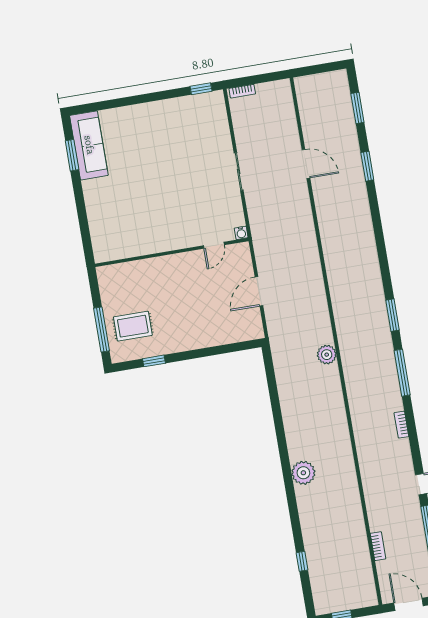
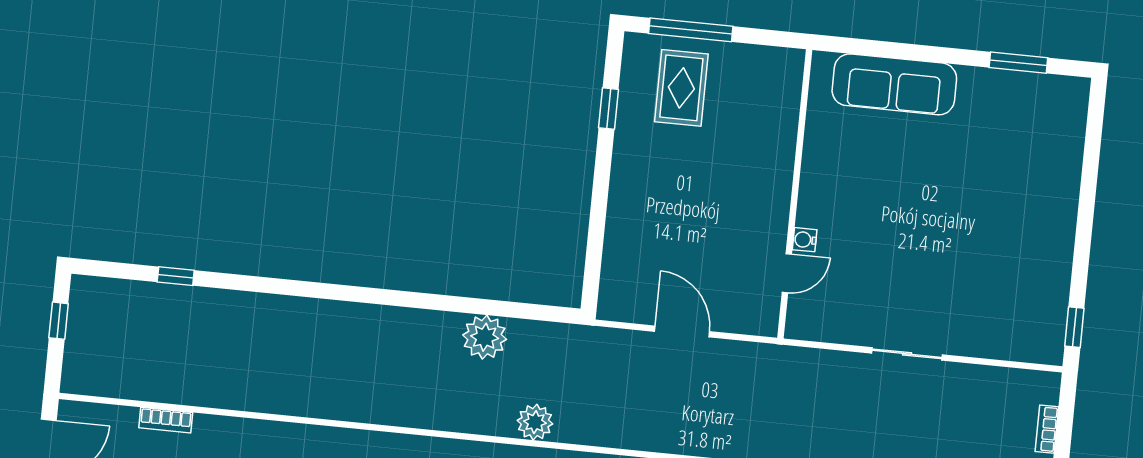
bookcase: (242, 91) -> (1047, 429), moved
sofa: (89, 145) -> (894, 84), moved
water cooler: (241, 233) -> (805, 240), moved
door: (214, 245) -> (787, 273), swing flipped
plant: (303, 473) -> (485, 337), moved

